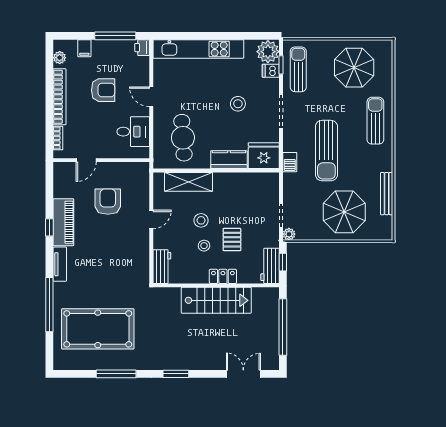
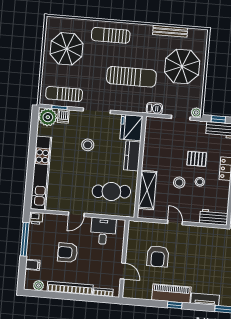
armchair: (103, 90) -> (68, 253), turned -90
barbecue: (290, 162) -> (154, 108), moved
armchair: (108, 202) -> (158, 256), turned -90

